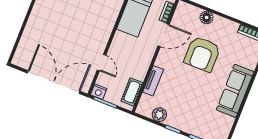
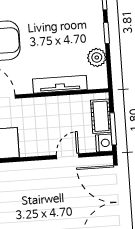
tv unit: (153, 81) -> (60, 84), width x1.41
cot: (132, 92) -> (101, 116), moved, turned 90

